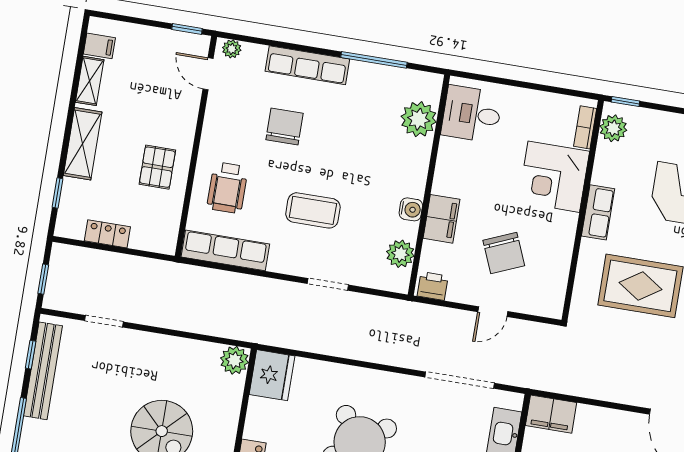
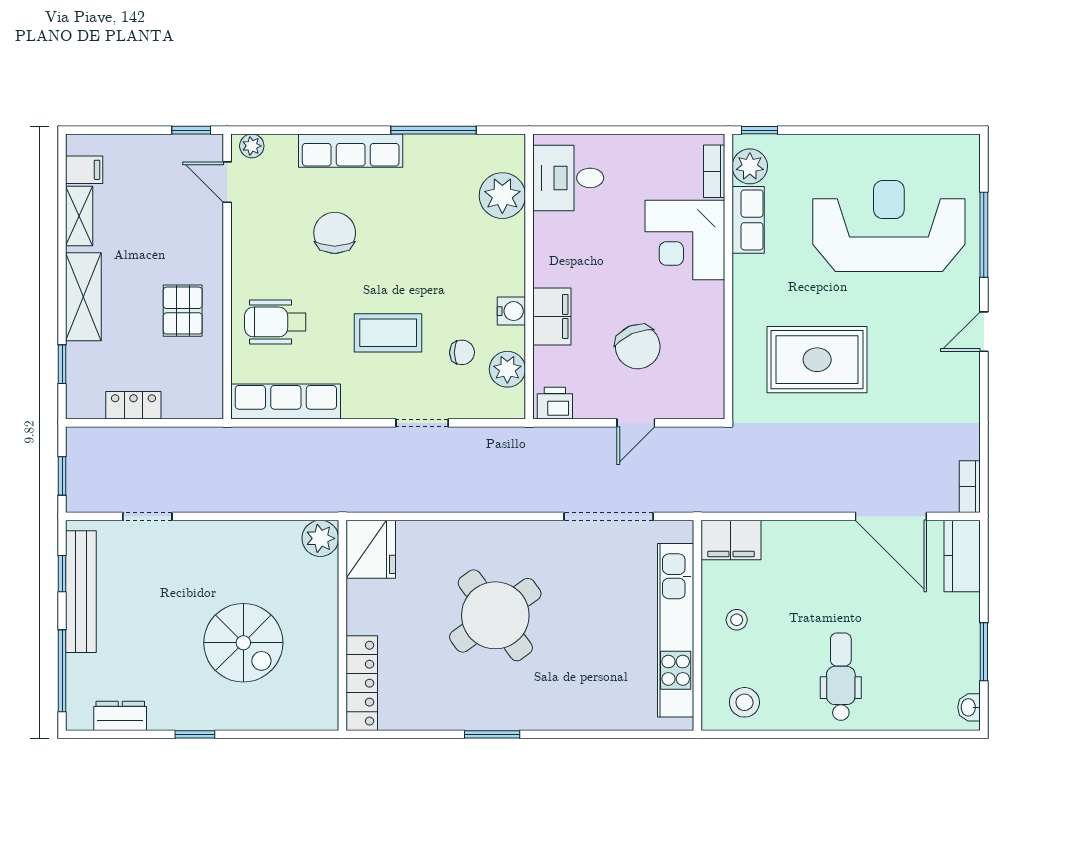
wheelchair: (227, 188) -> (275, 322), turned 90
row of seats: (598, 212) -> (748, 220), moved
chair: (367, 235) -> (462, 352), added

